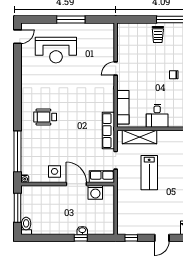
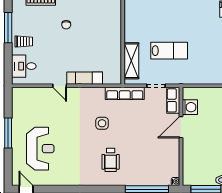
exam couch: (123, 107) -> (85, 78), moved
desk: (157, 116) -> (24, 66), moved, turned 180
side table: (55, 171) -> (102, 123), moved

